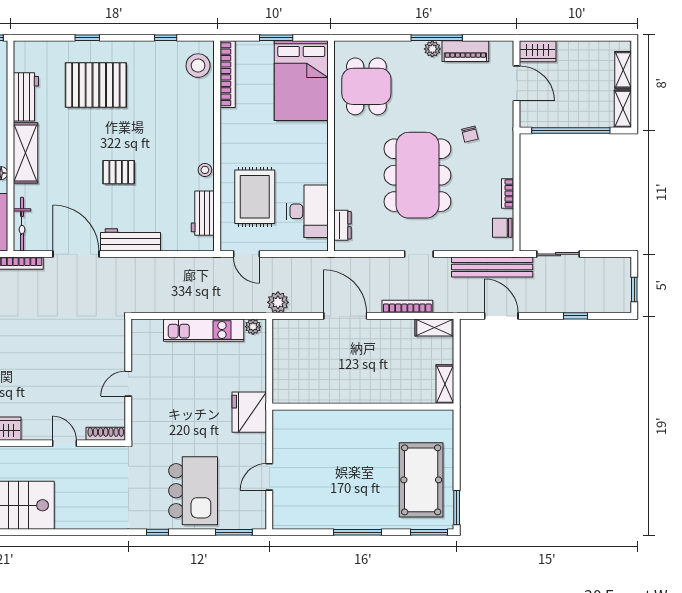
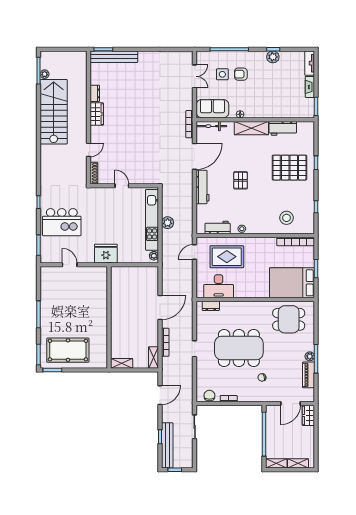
stool: (198, 66) -> (287, 218), moved
pallet: (96, 85) -> (289, 168), turned 90
bench: (492, 267) -> (167, 445), moved
plant: (278, 302) -> (168, 223), moved
kitchen unit: (204, 330) -> (152, 220), width x1.36

